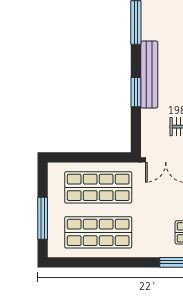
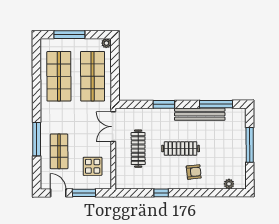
bench: (149, 74) -> (200, 114), moved
plant: (54, 169) -> (106, 43), added

